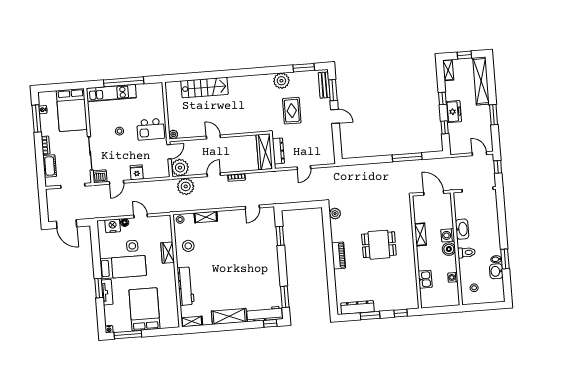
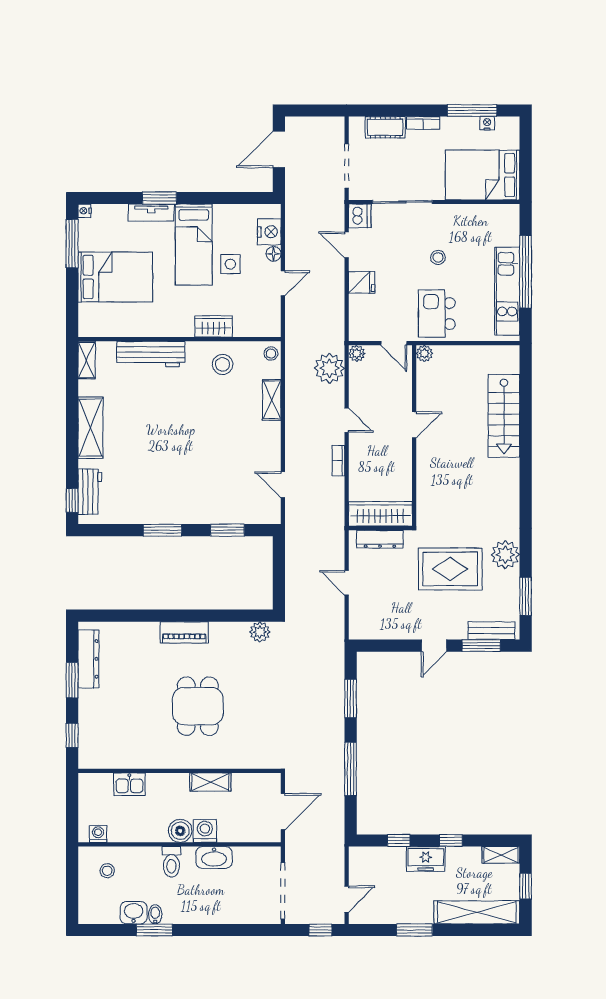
kitchen unit: (111, 93) -> (507, 291), moved
rug: (292, 111) -> (450, 569), width x1.36, depth x1.43
window: (368, 160) -> (351, 699), added
plant: (180, 168) -> (357, 353), width x0.53, depth x0.53
washing machine: (453, 277) -> (98, 834), moved
window: (285, 297) -> (162, 530), moved
workbench: (265, 314) -> (90, 492), width x0.73

